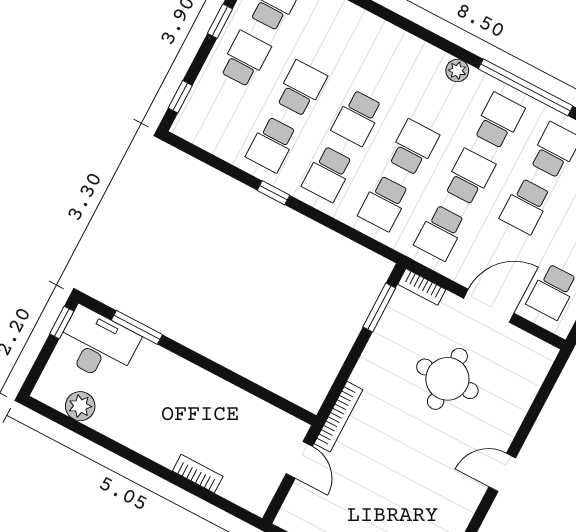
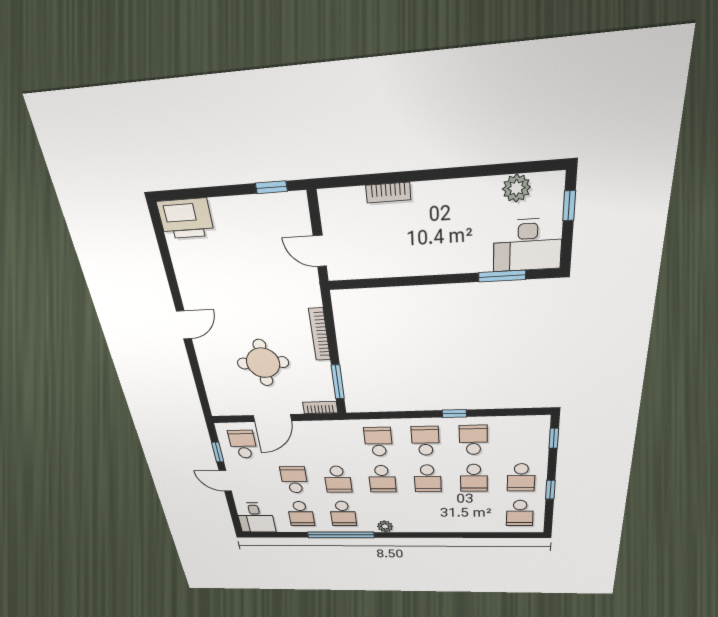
school desk: (357, 118) -> (428, 478), turned 180
school desk: (440, 233) -> (332, 443), removed
window: (62, 323) -> (569, 206), moved
bookcase: (338, 417) -> (320, 334), moved

